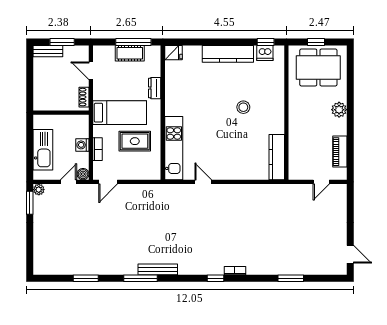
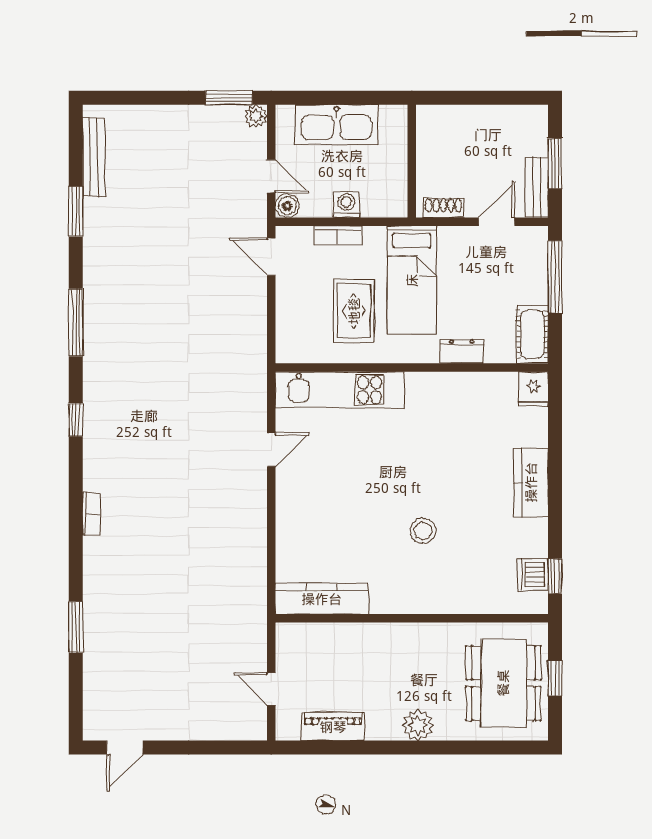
window: (133, 42) -> (555, 277), moved
bench: (48, 51) -> (537, 188), moved
cot: (130, 53) -> (532, 334), moved
kitchen counter: (228, 54) -> (531, 482), width x0.67
bench: (158, 269) -> (94, 157), moved
window: (215, 278) -> (76, 420), moved

